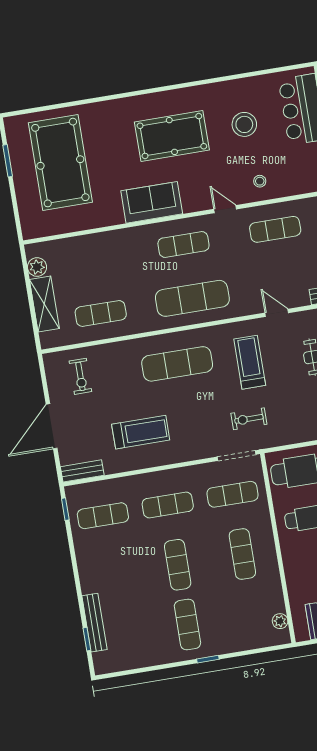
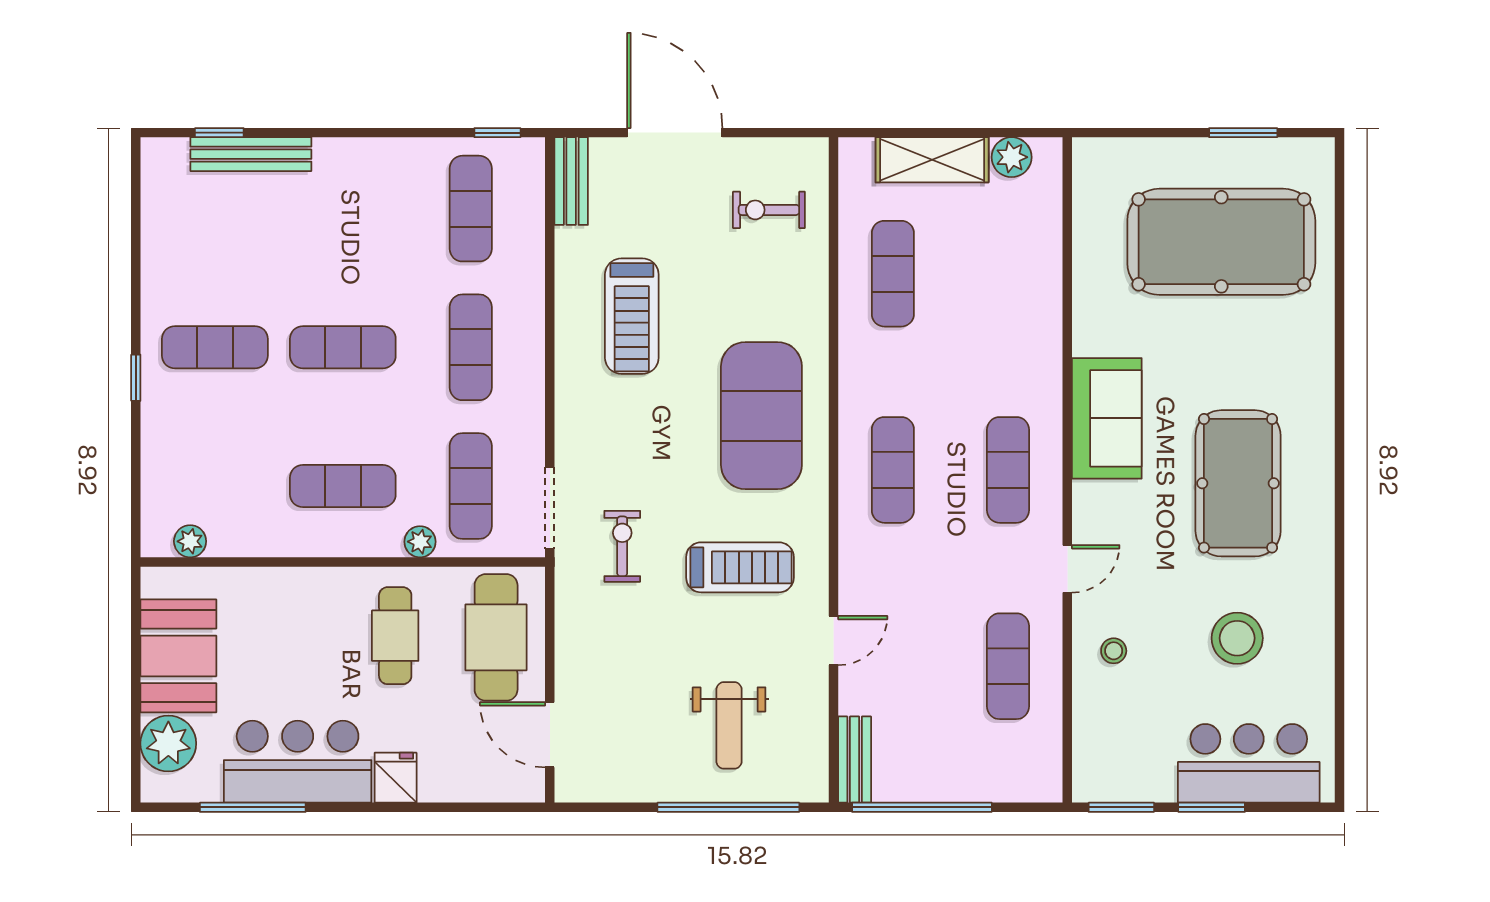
exercise mat: (192, 298) -> (893, 470), width x0.73, depth x0.69
exercise mat: (177, 364) -> (761, 416), width x1.47
plant: (262, 514) -> (420, 542), added

